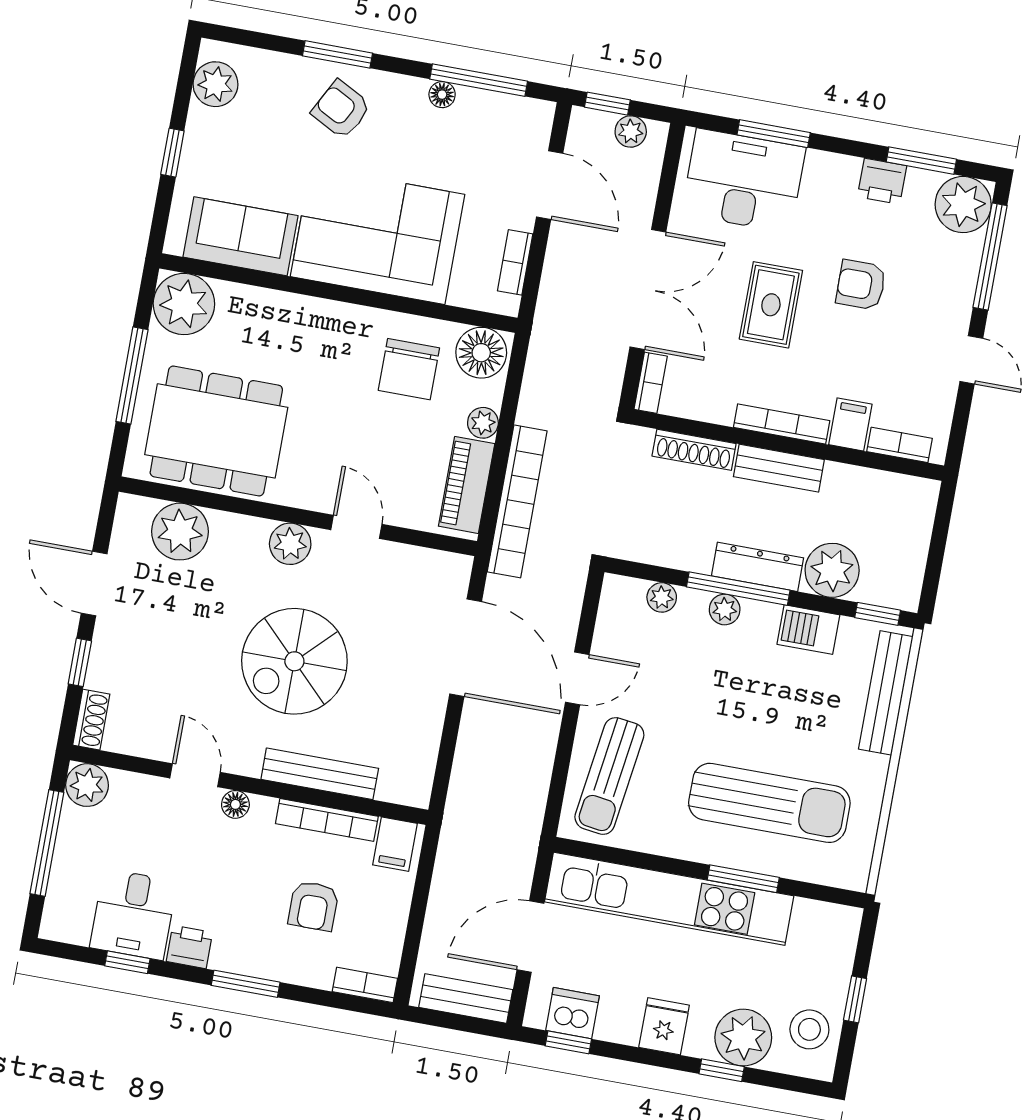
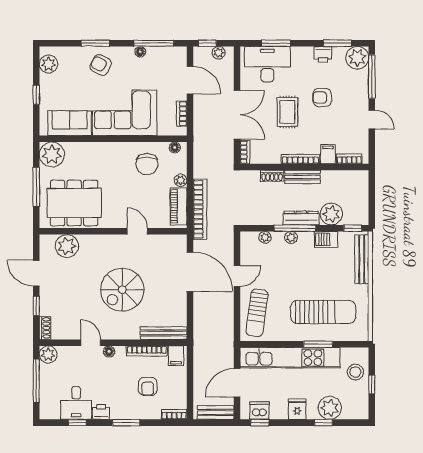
floor lamp: (481, 353) -> (175, 147), width x0.53, depth x0.53
shoe rack: (694, 450) -> (272, 176), width x0.70
plant: (290, 544) -> (112, 243), removed
bench: (320, 774) -> (164, 333), moved
stool: (809, 1029) -> (355, 372), moved

